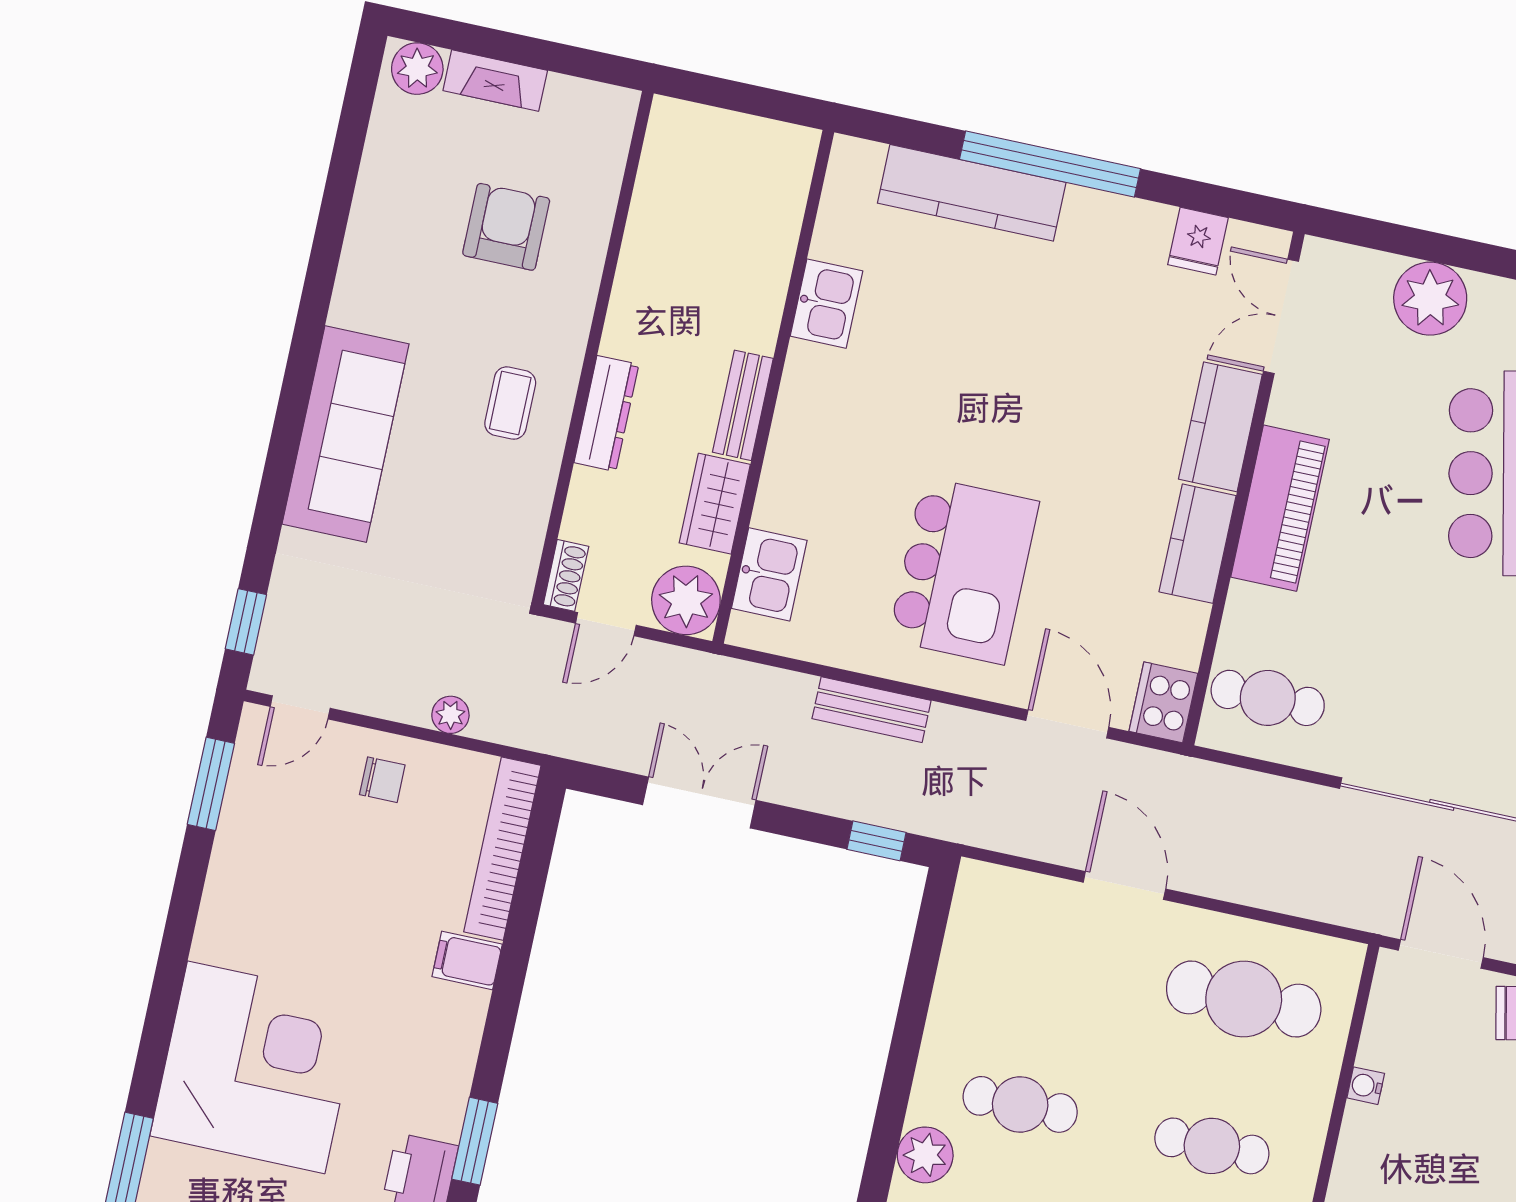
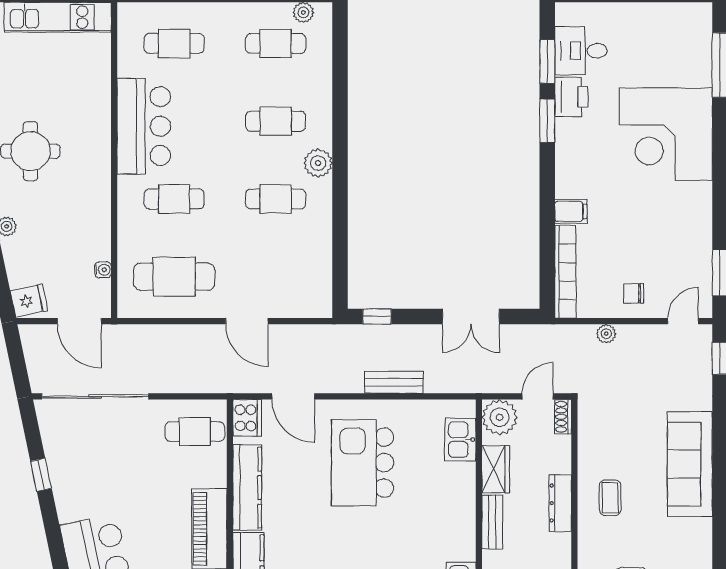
kitchen counter: (1198, 544) -> (247, 488), width x1.50
water cooler: (1366, 1086) -> (103, 270), moved

